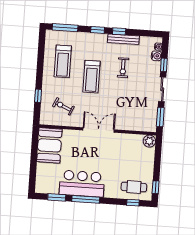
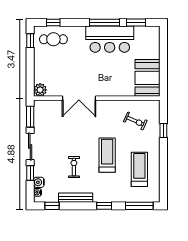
window: (119, 31) -> (52, 206), moved
double door: (99, 130) -> (79, 98), moved

